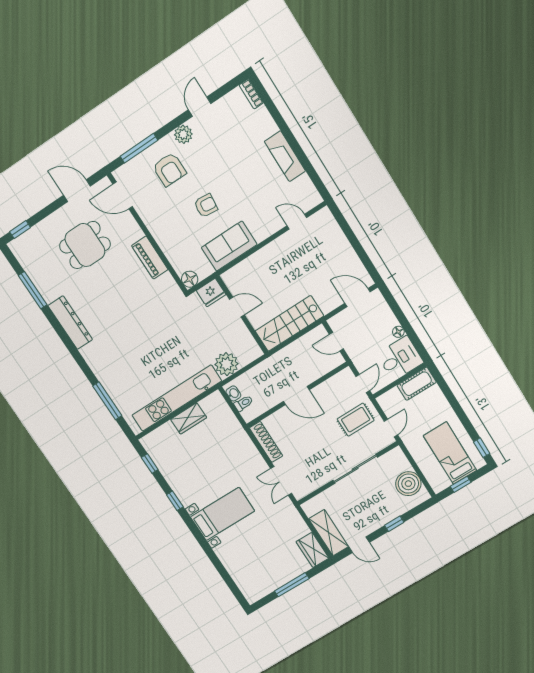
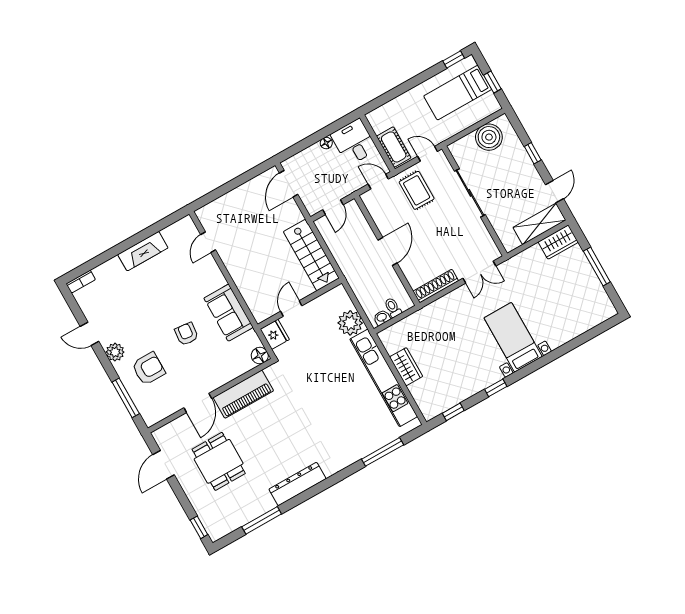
door: (123, 195) -> (198, 403), moved
piano: (150, 258) -> (243, 394), width x1.37, depth x1.33
cot: (417, 384) -> (394, 147), moved

